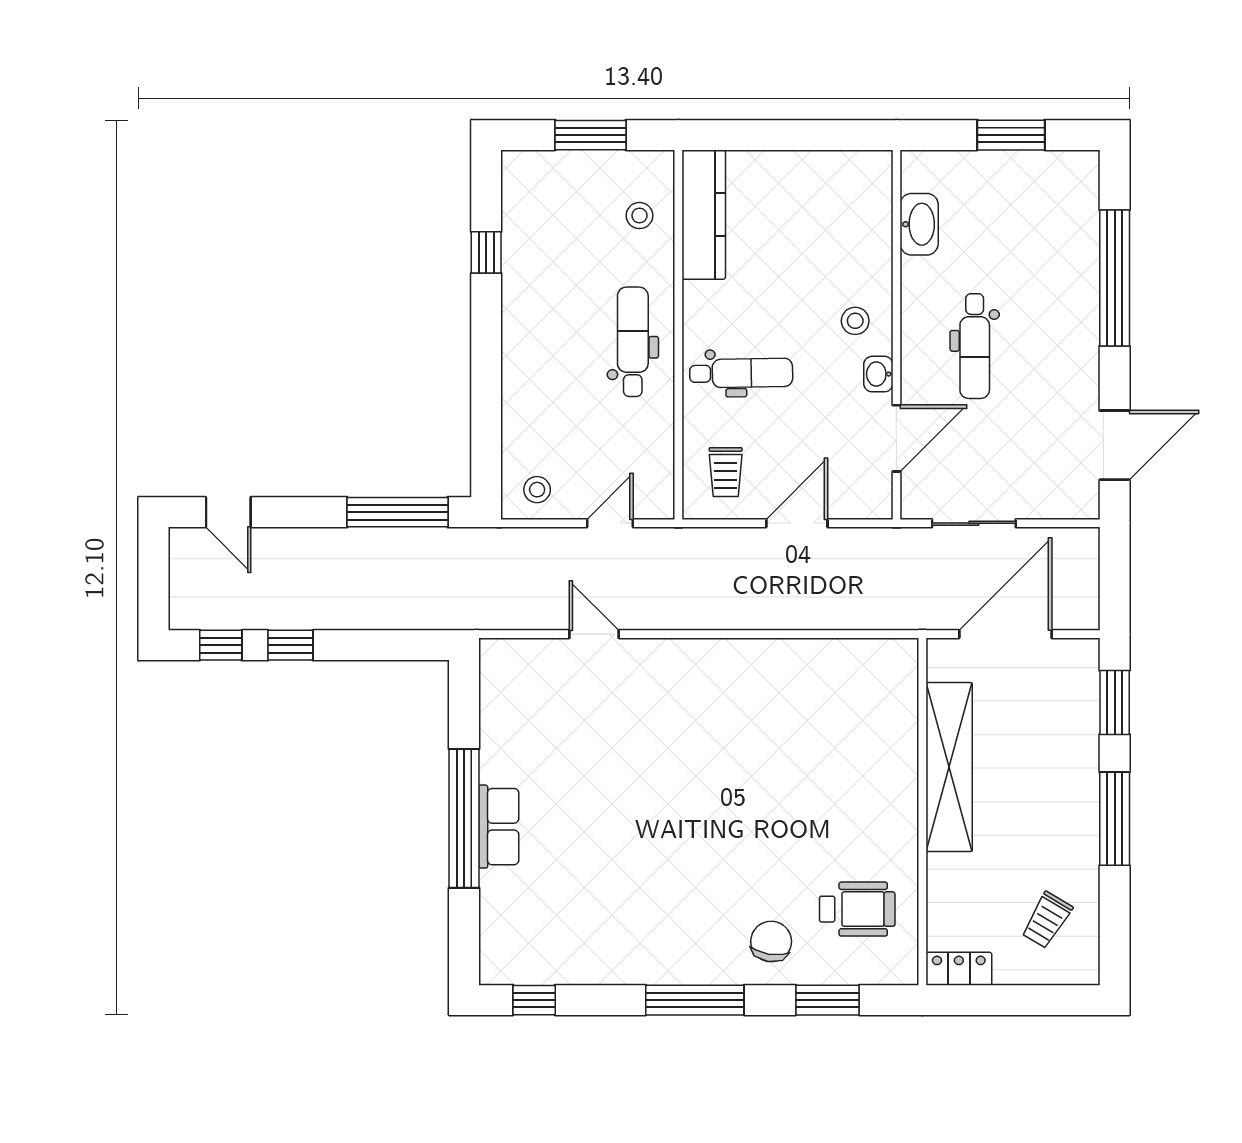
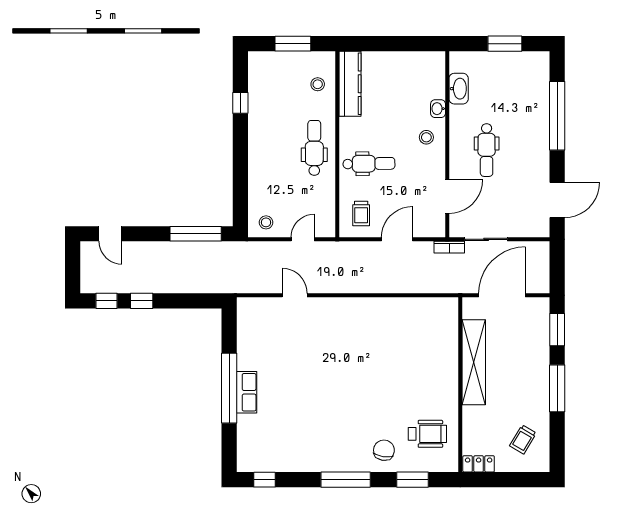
washbasin: (878, 374) -> (438, 109), moved
bookcase: (901, 539) -> (449, 247), added

